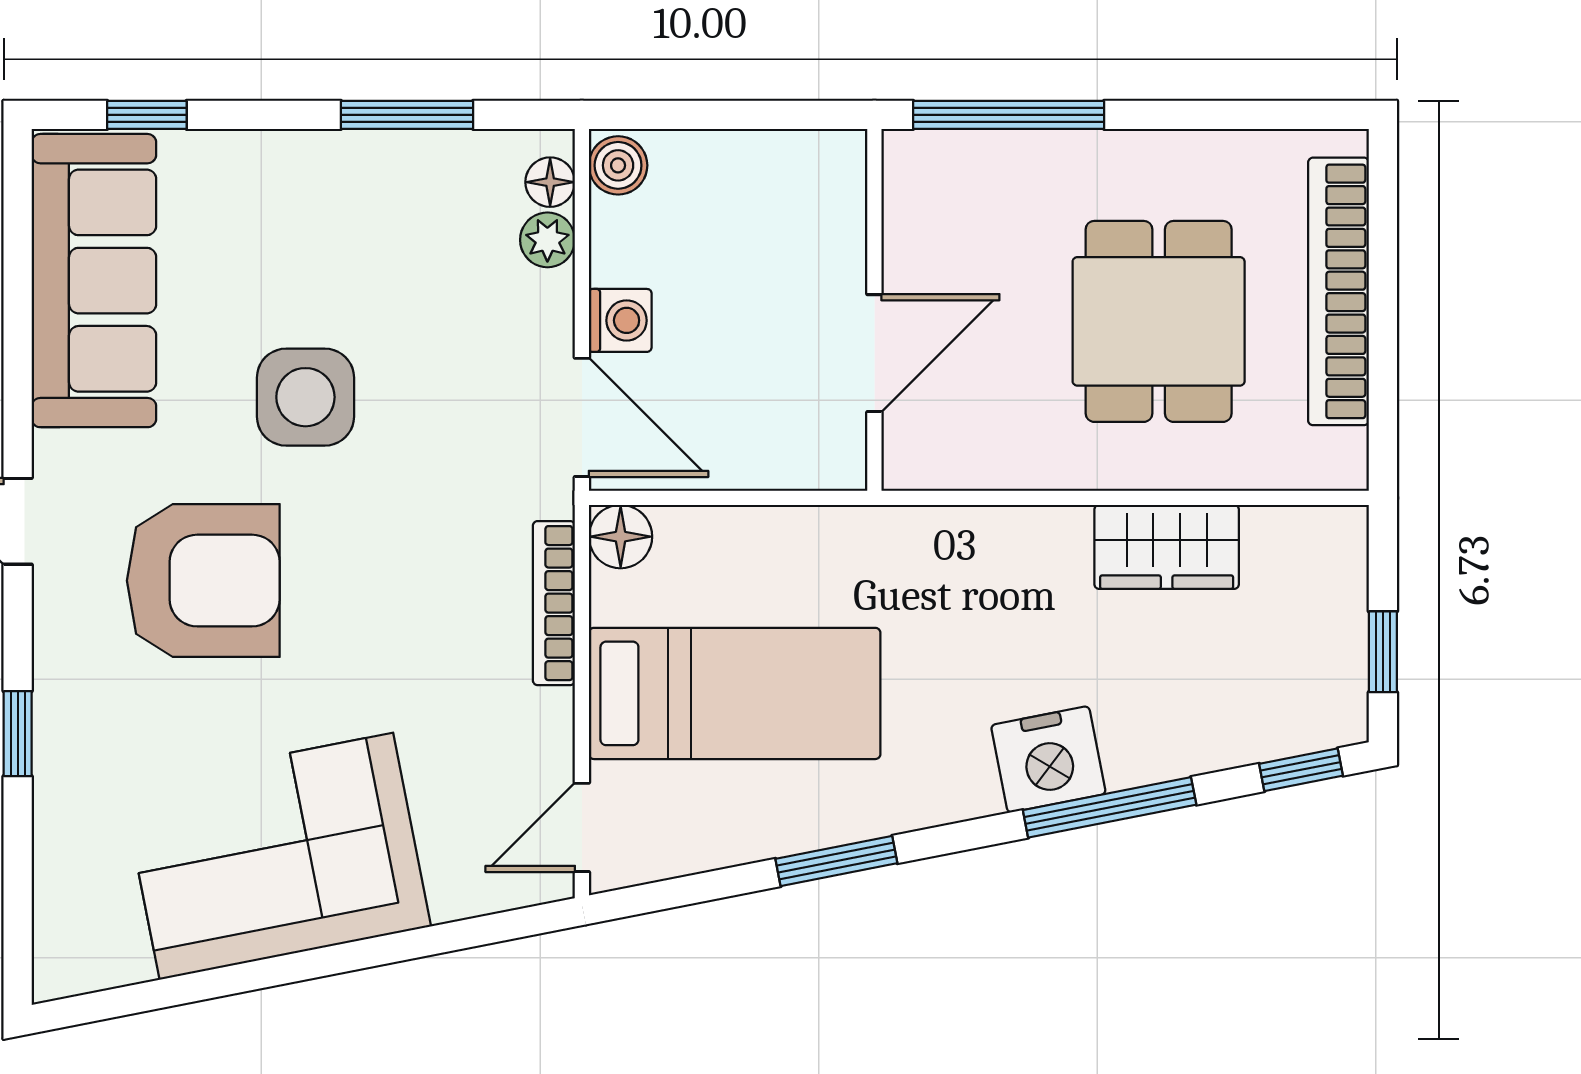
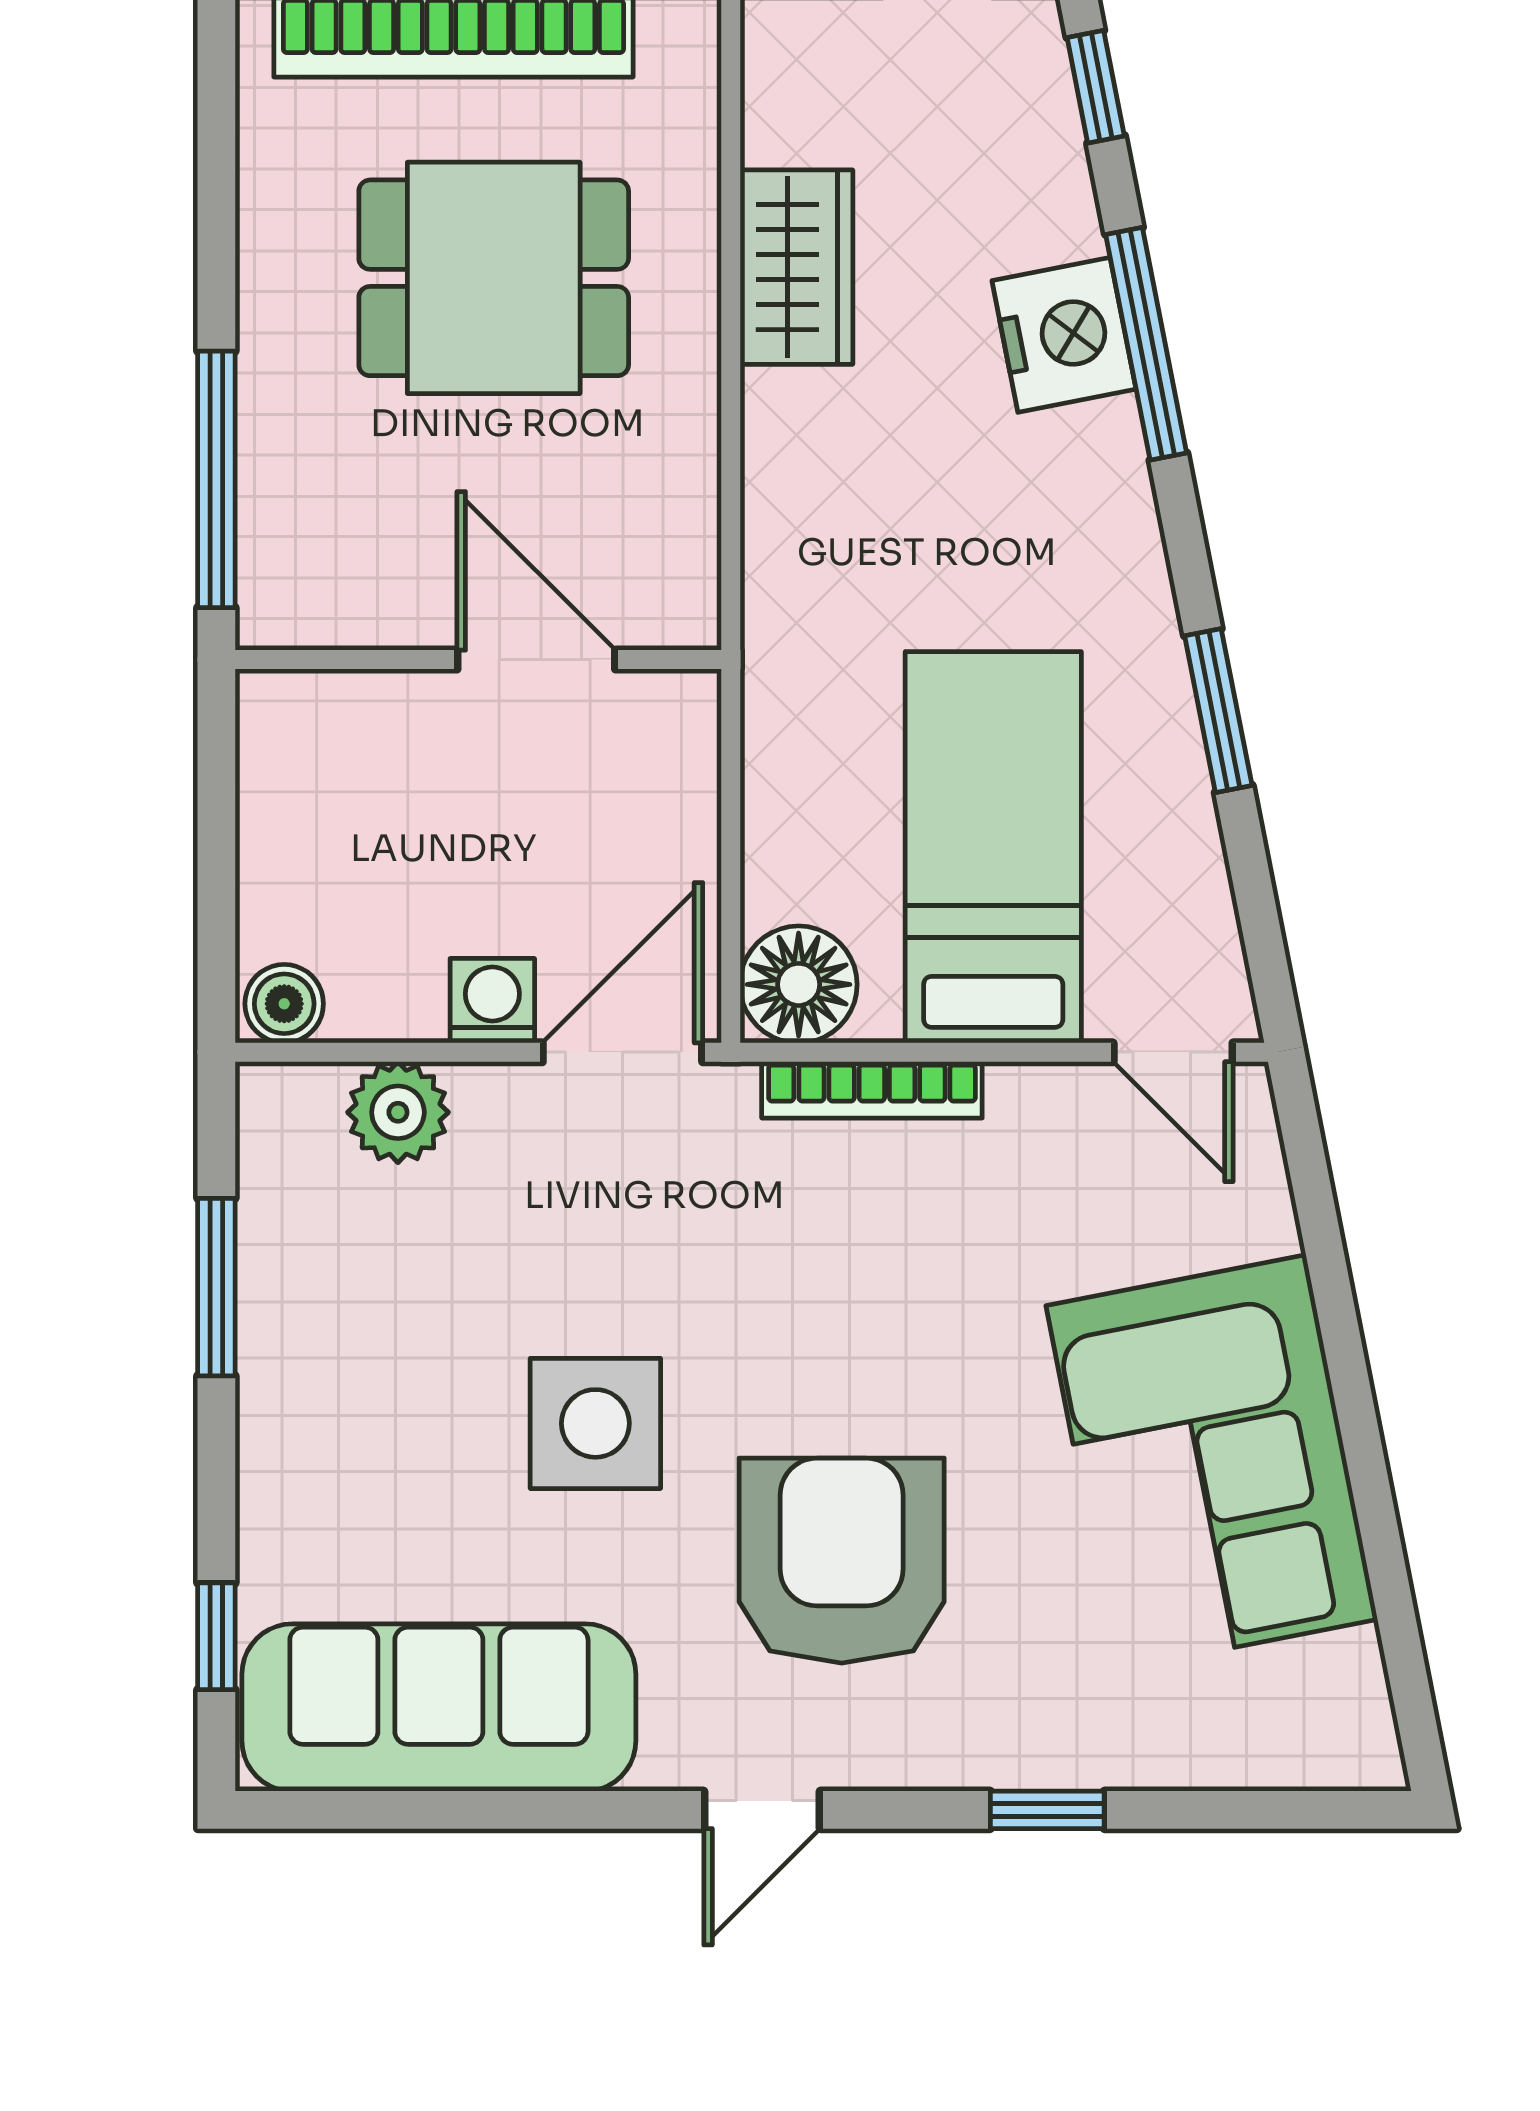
floor lamp: (550, 182) -> (307, 1095), removed
plant: (547, 240) -> (398, 1112), width x1.38, depth x1.38
floor lamp: (621, 537) -> (799, 984), width x1.38, depth x1.38
nightstand: (1048, 759) -> (1064, 335), moved

